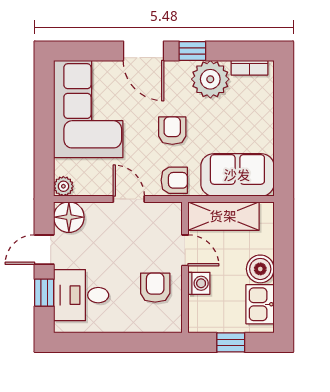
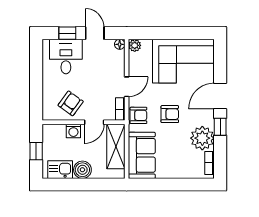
armchair: (174, 180) -> (138, 115), turned -90
bookcase: (164, 209) -> (120, 109), added
floor lamp: (69, 217) -> (120, 44), width x0.53, depth x0.53
armchair: (155, 288) -> (71, 103), turned -54

